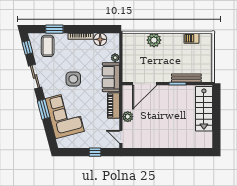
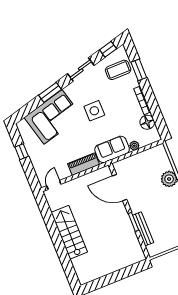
stairs: (204, 109) -> (69, 232), moved, turned 90
plant: (128, 117) -> (78, 184), removed
window: (95, 152) -> (22, 152), moved

